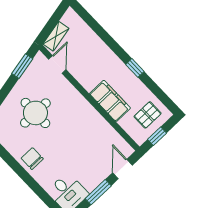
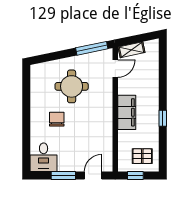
window: (22, 66) -> (92, 48), width x1.44
filing cabinet: (110, 101) -> (127, 112), moved
chair: (32, 159) -> (57, 119), moved

